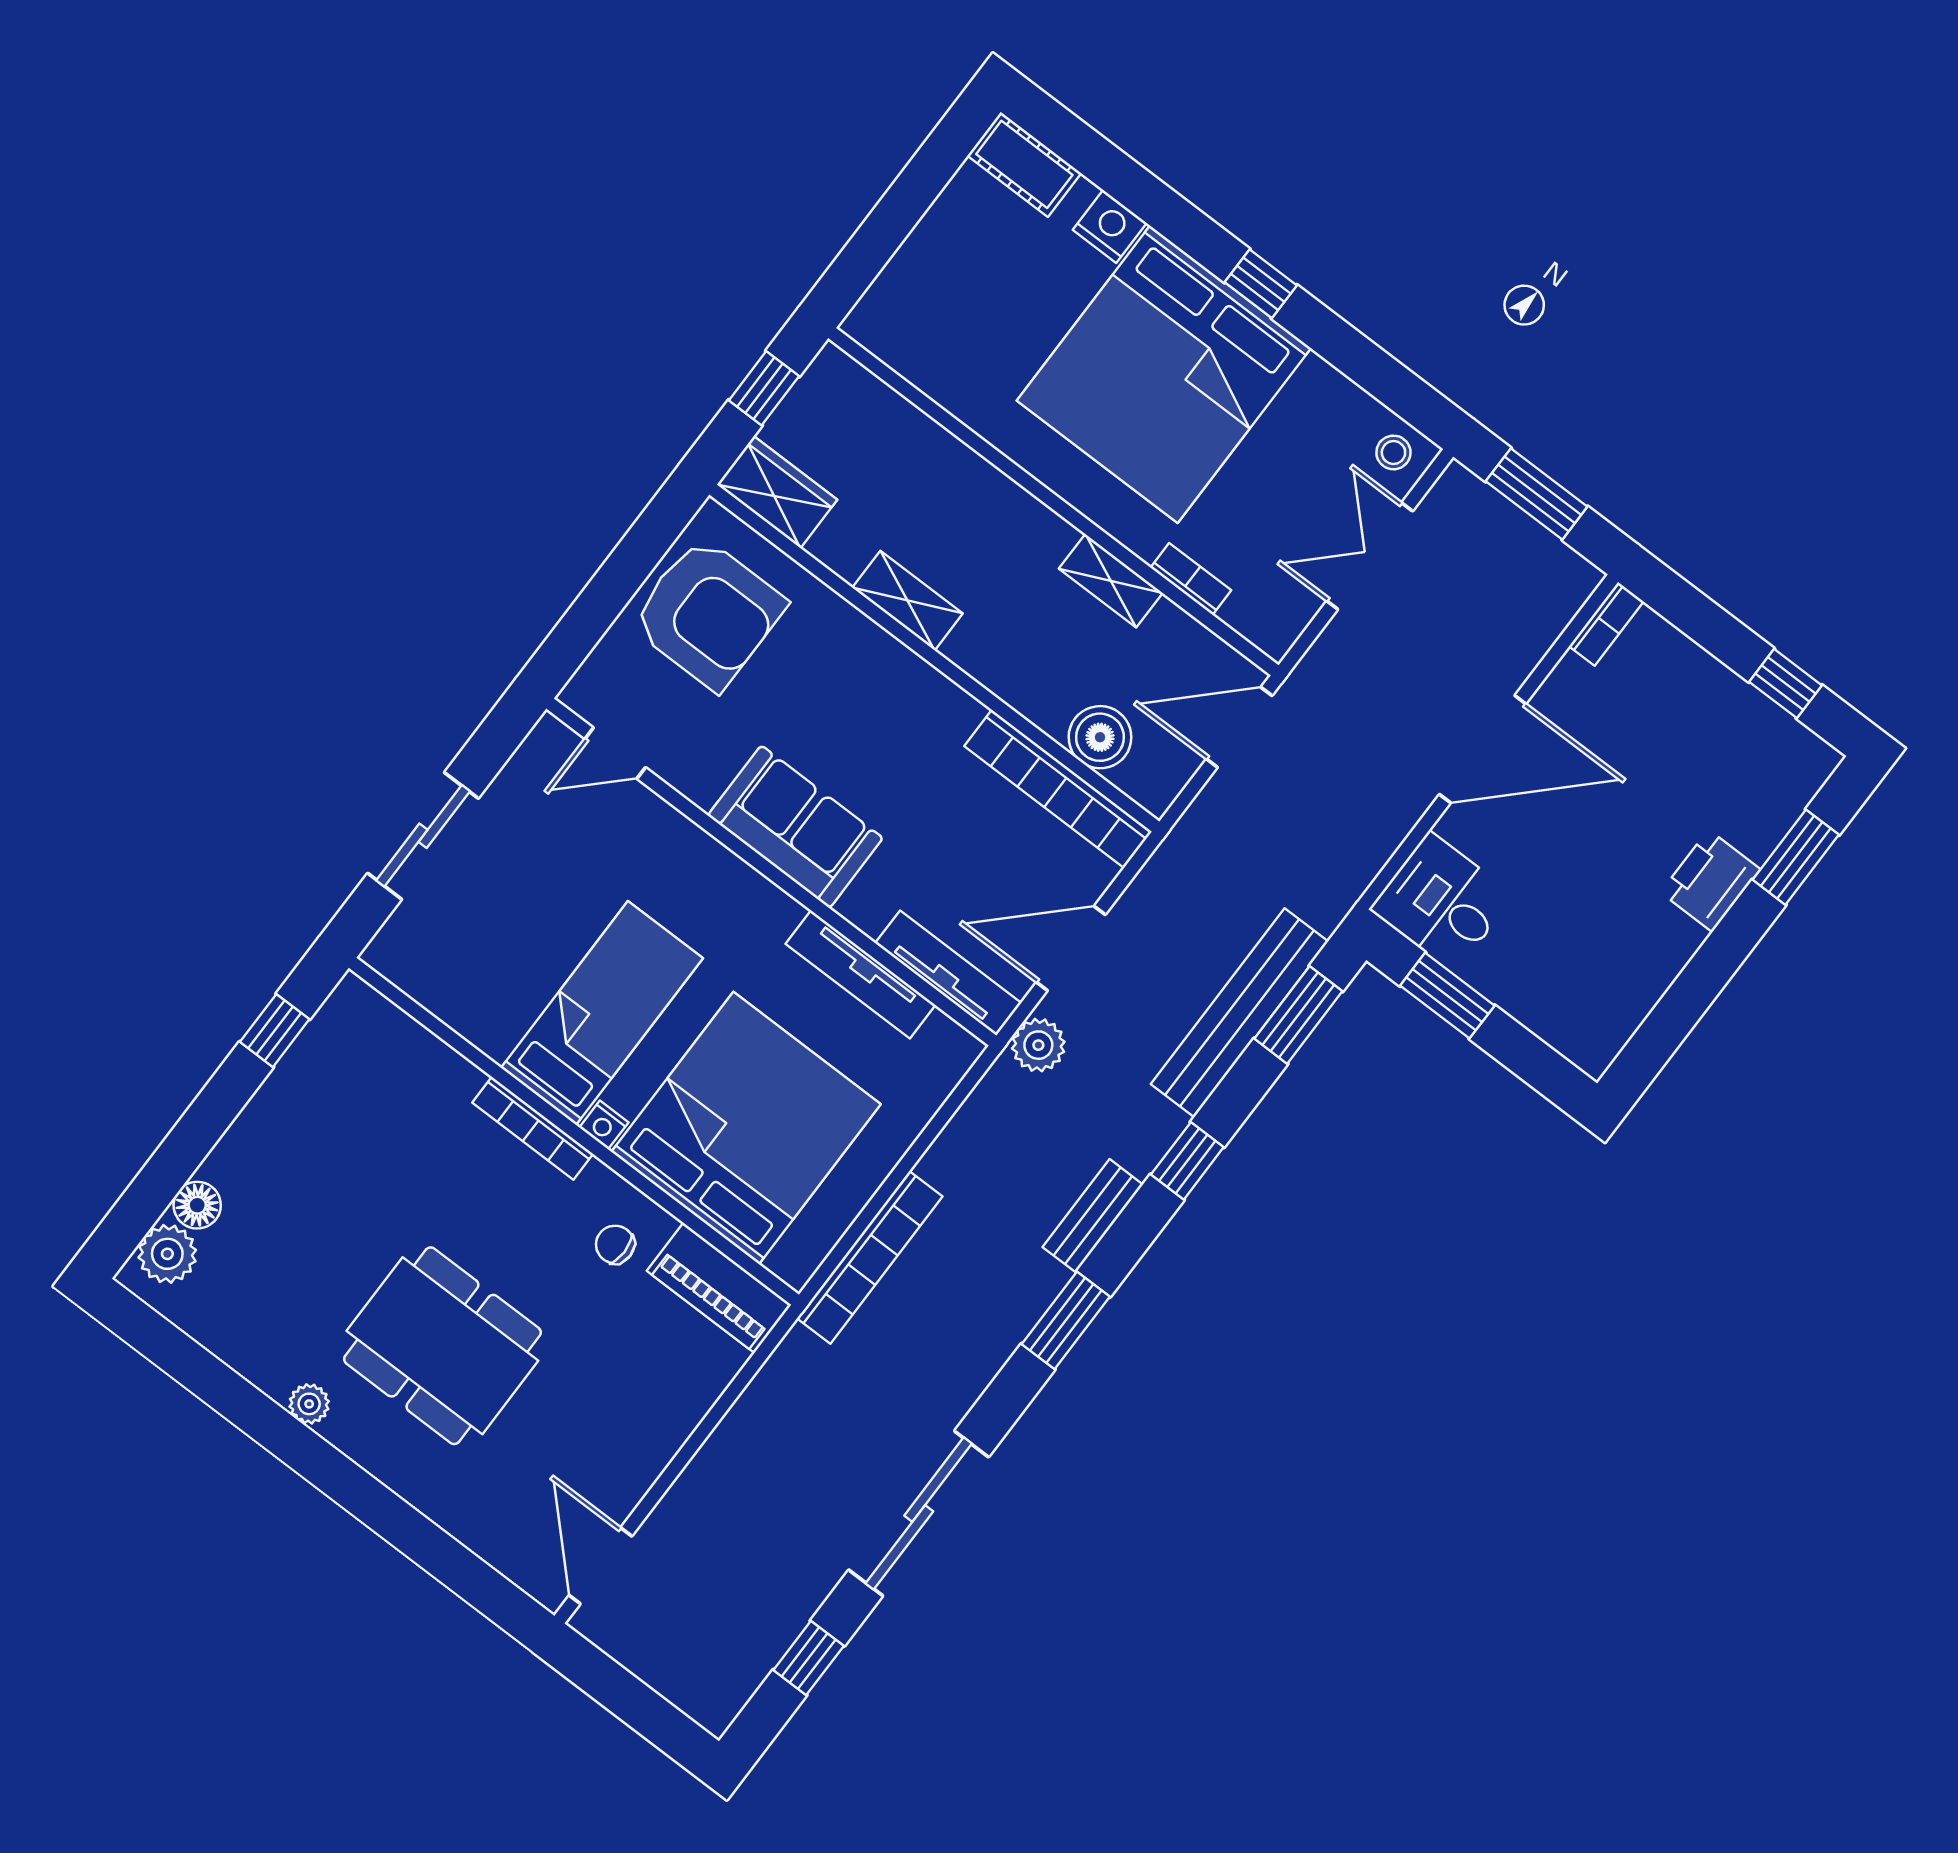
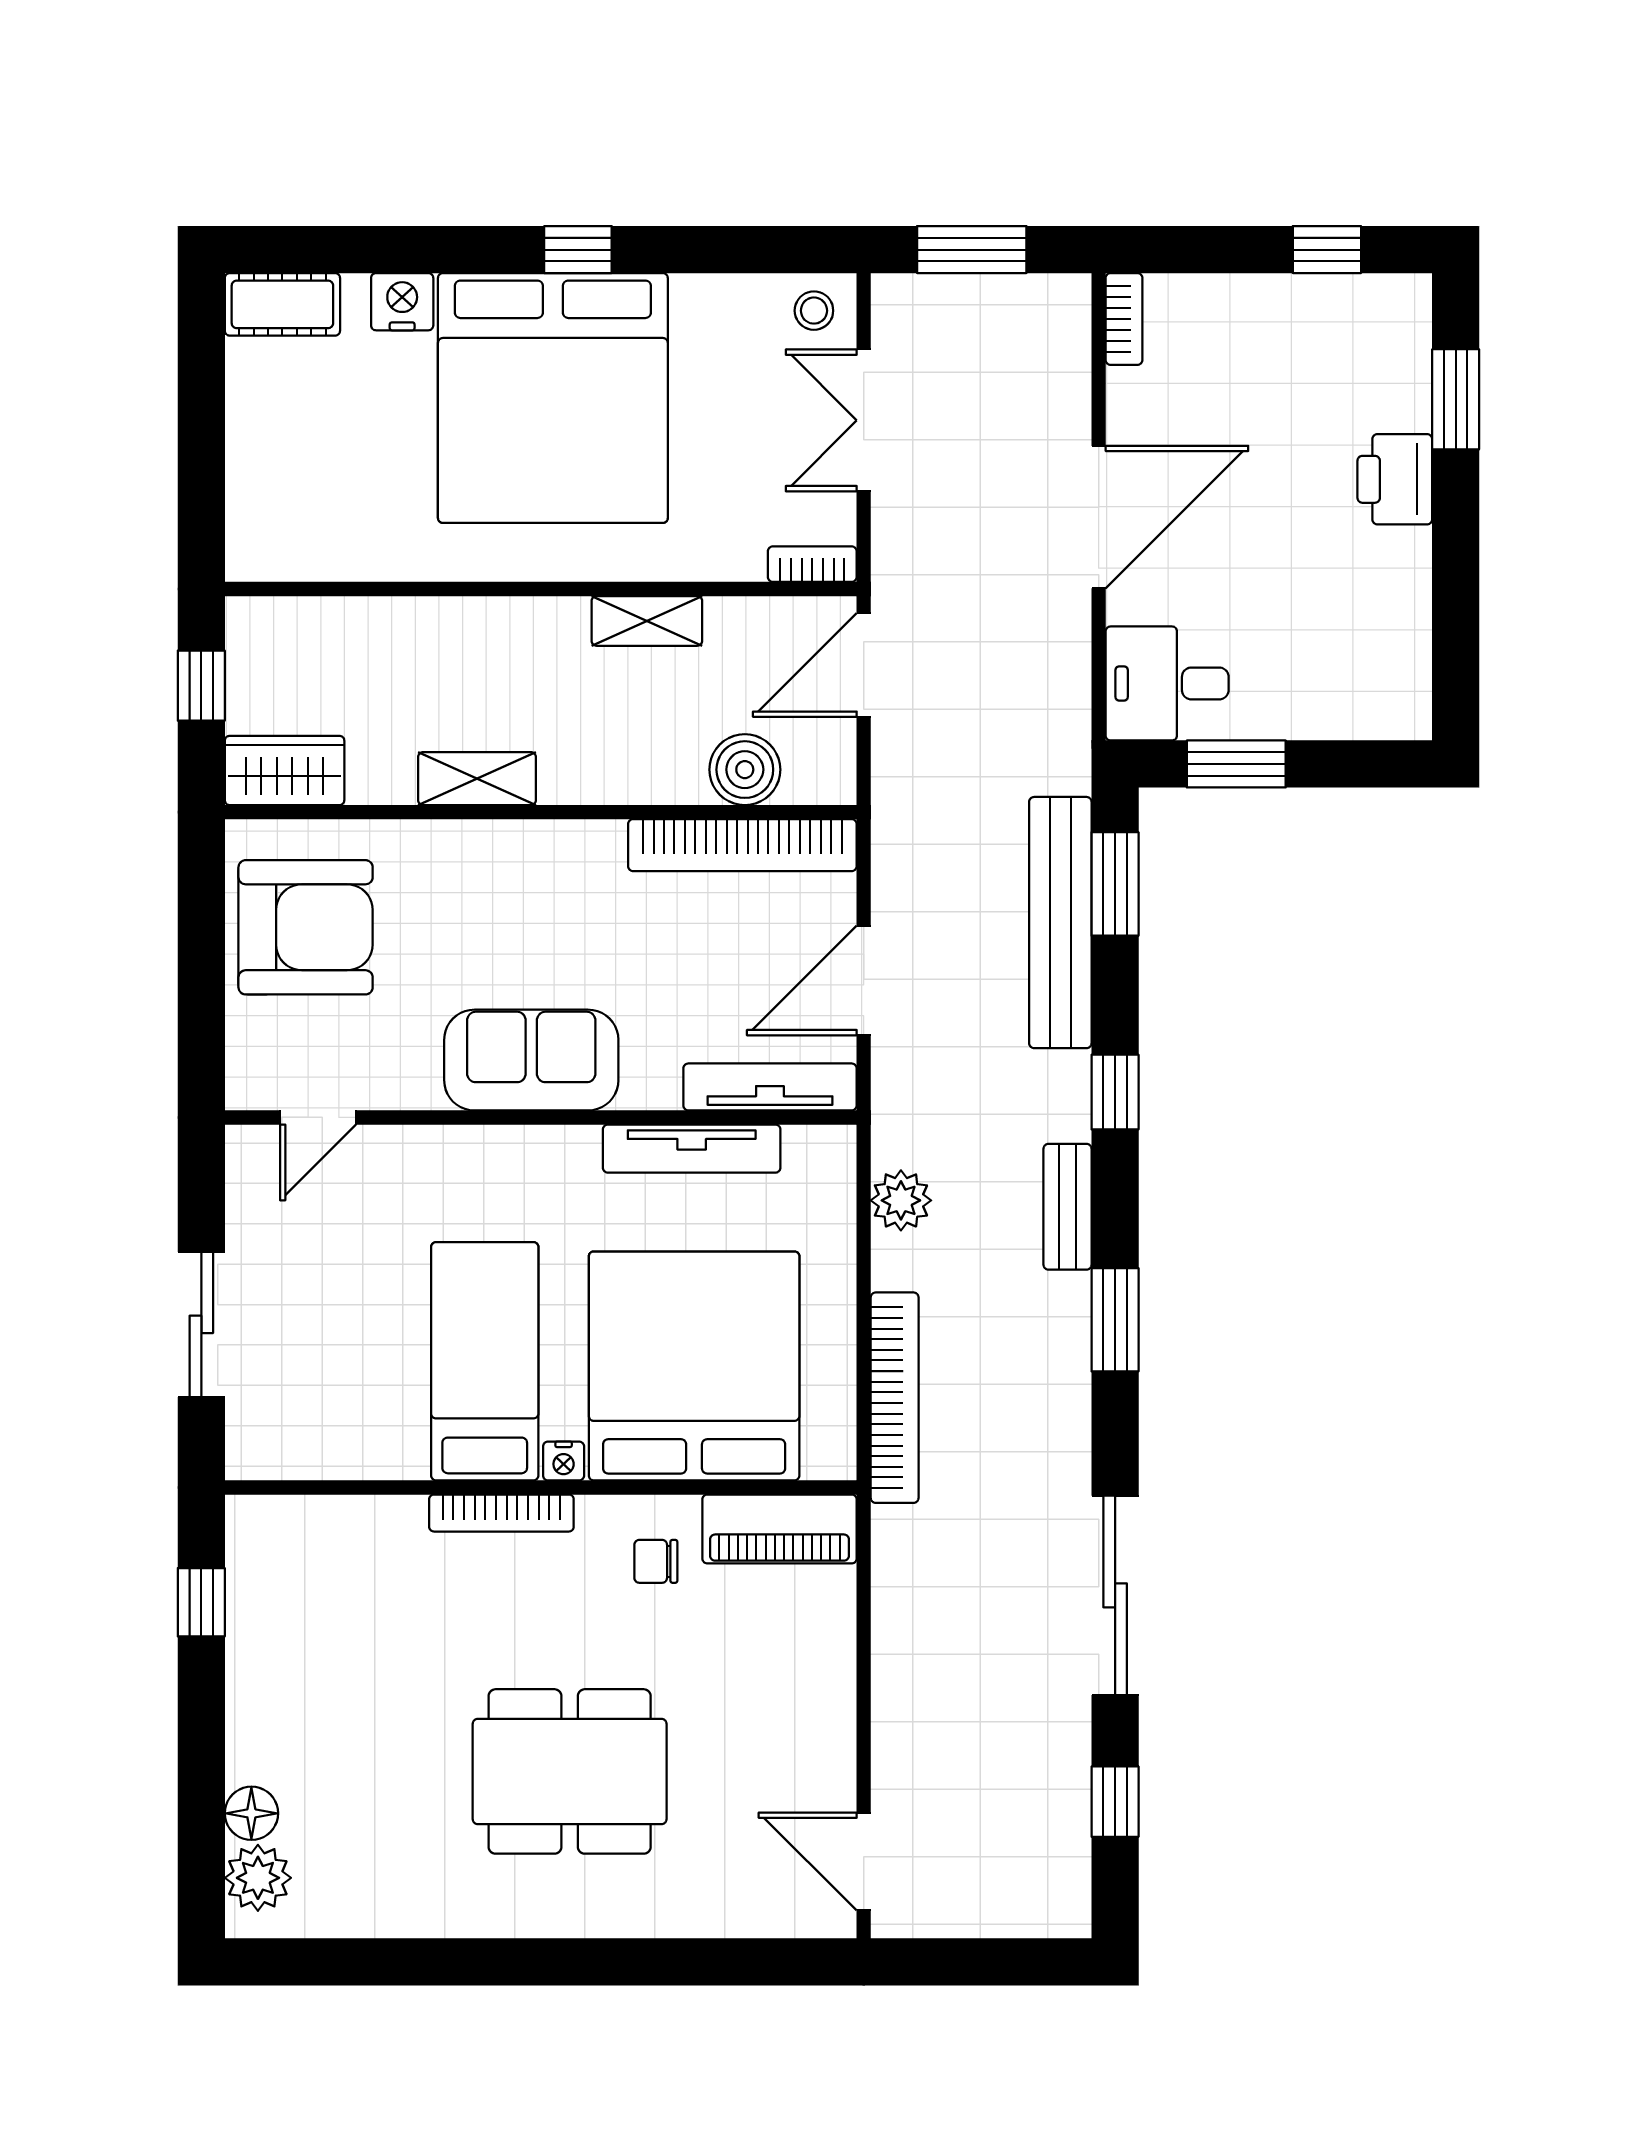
bookcase: (1191, 579) -> (812, 564), moved
plant: (1038, 1045) -> (901, 1200), moved
plant: (309, 1404) -> (489, 1916), removed

